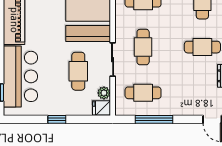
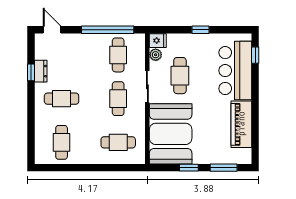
cafe table: (143, 93) -> (118, 55), turned 90
window: (154, 119) -> (108, 30), width x1.46

